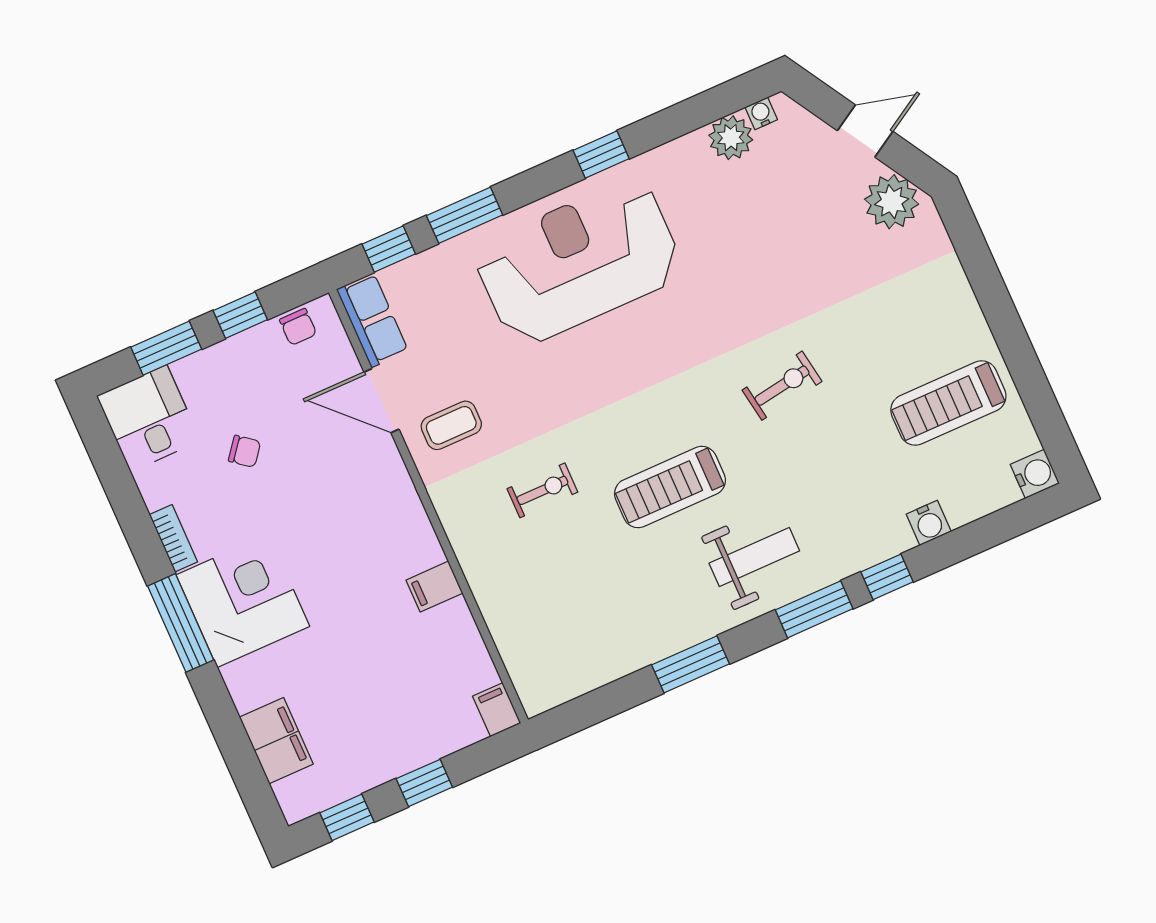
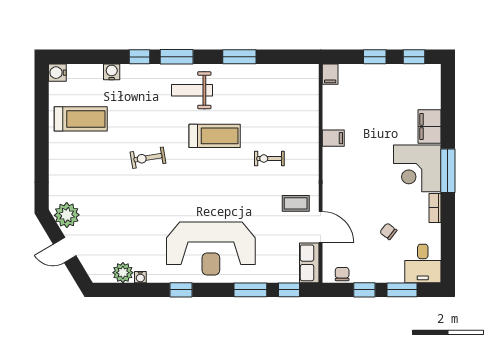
water cooler: (761, 113) -> (140, 277), moved
filing cabinet: (276, 741) -> (429, 126), moved

